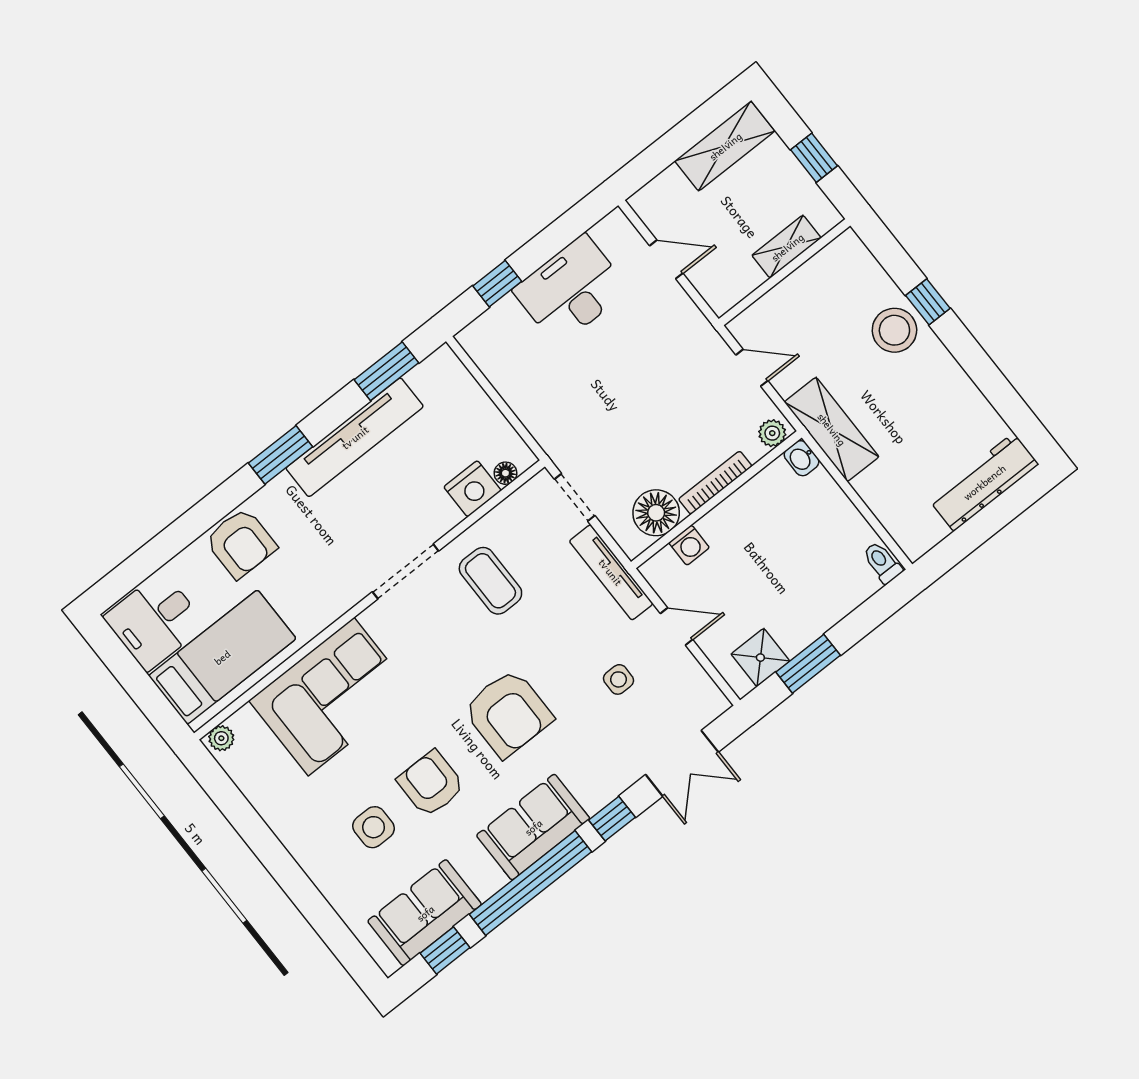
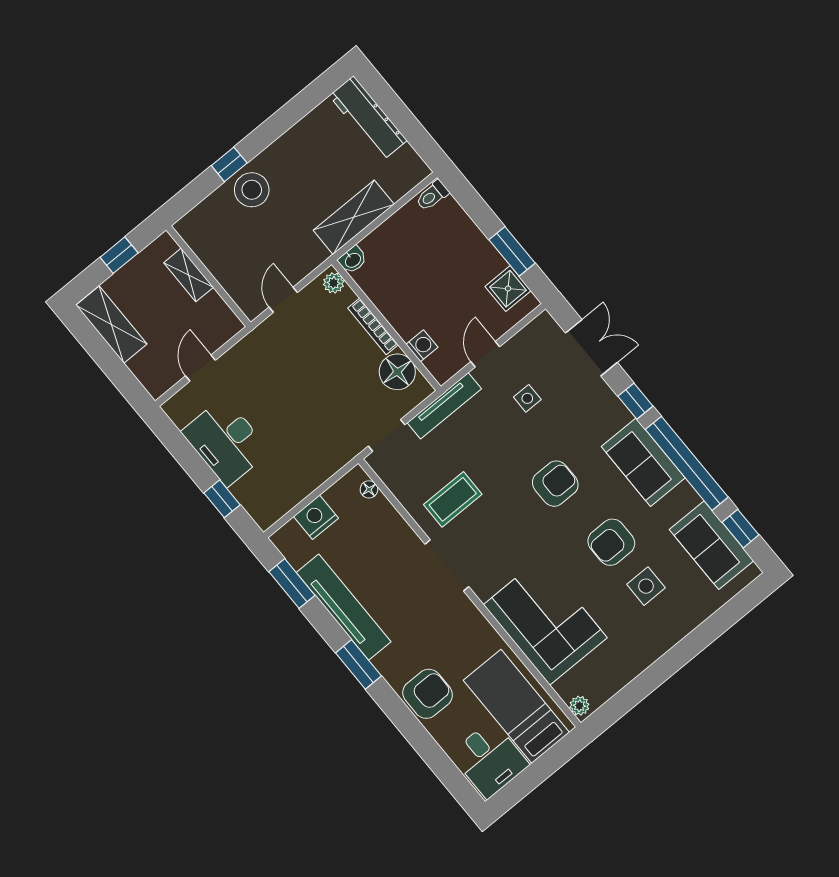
shelving: (832, 429) -> (354, 217), moved
nightstand: (472, 489) -> (316, 517), moved, turned -90
armchair: (508, 713) -> (555, 484), width x0.73, depth x0.73

